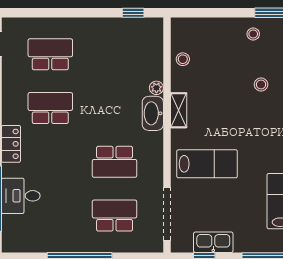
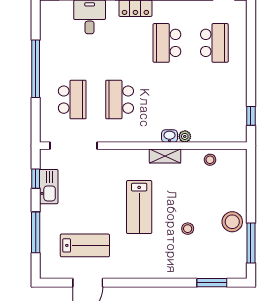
stool: (253, 34) -> (232, 222), width x1.89, depth x1.89
school desk: (50, 108) -> (167, 43), turned 180
washbasin: (153, 113) -> (169, 136), width x0.52, depth x0.69
lab bench: (207, 164) -> (139, 207), moved

